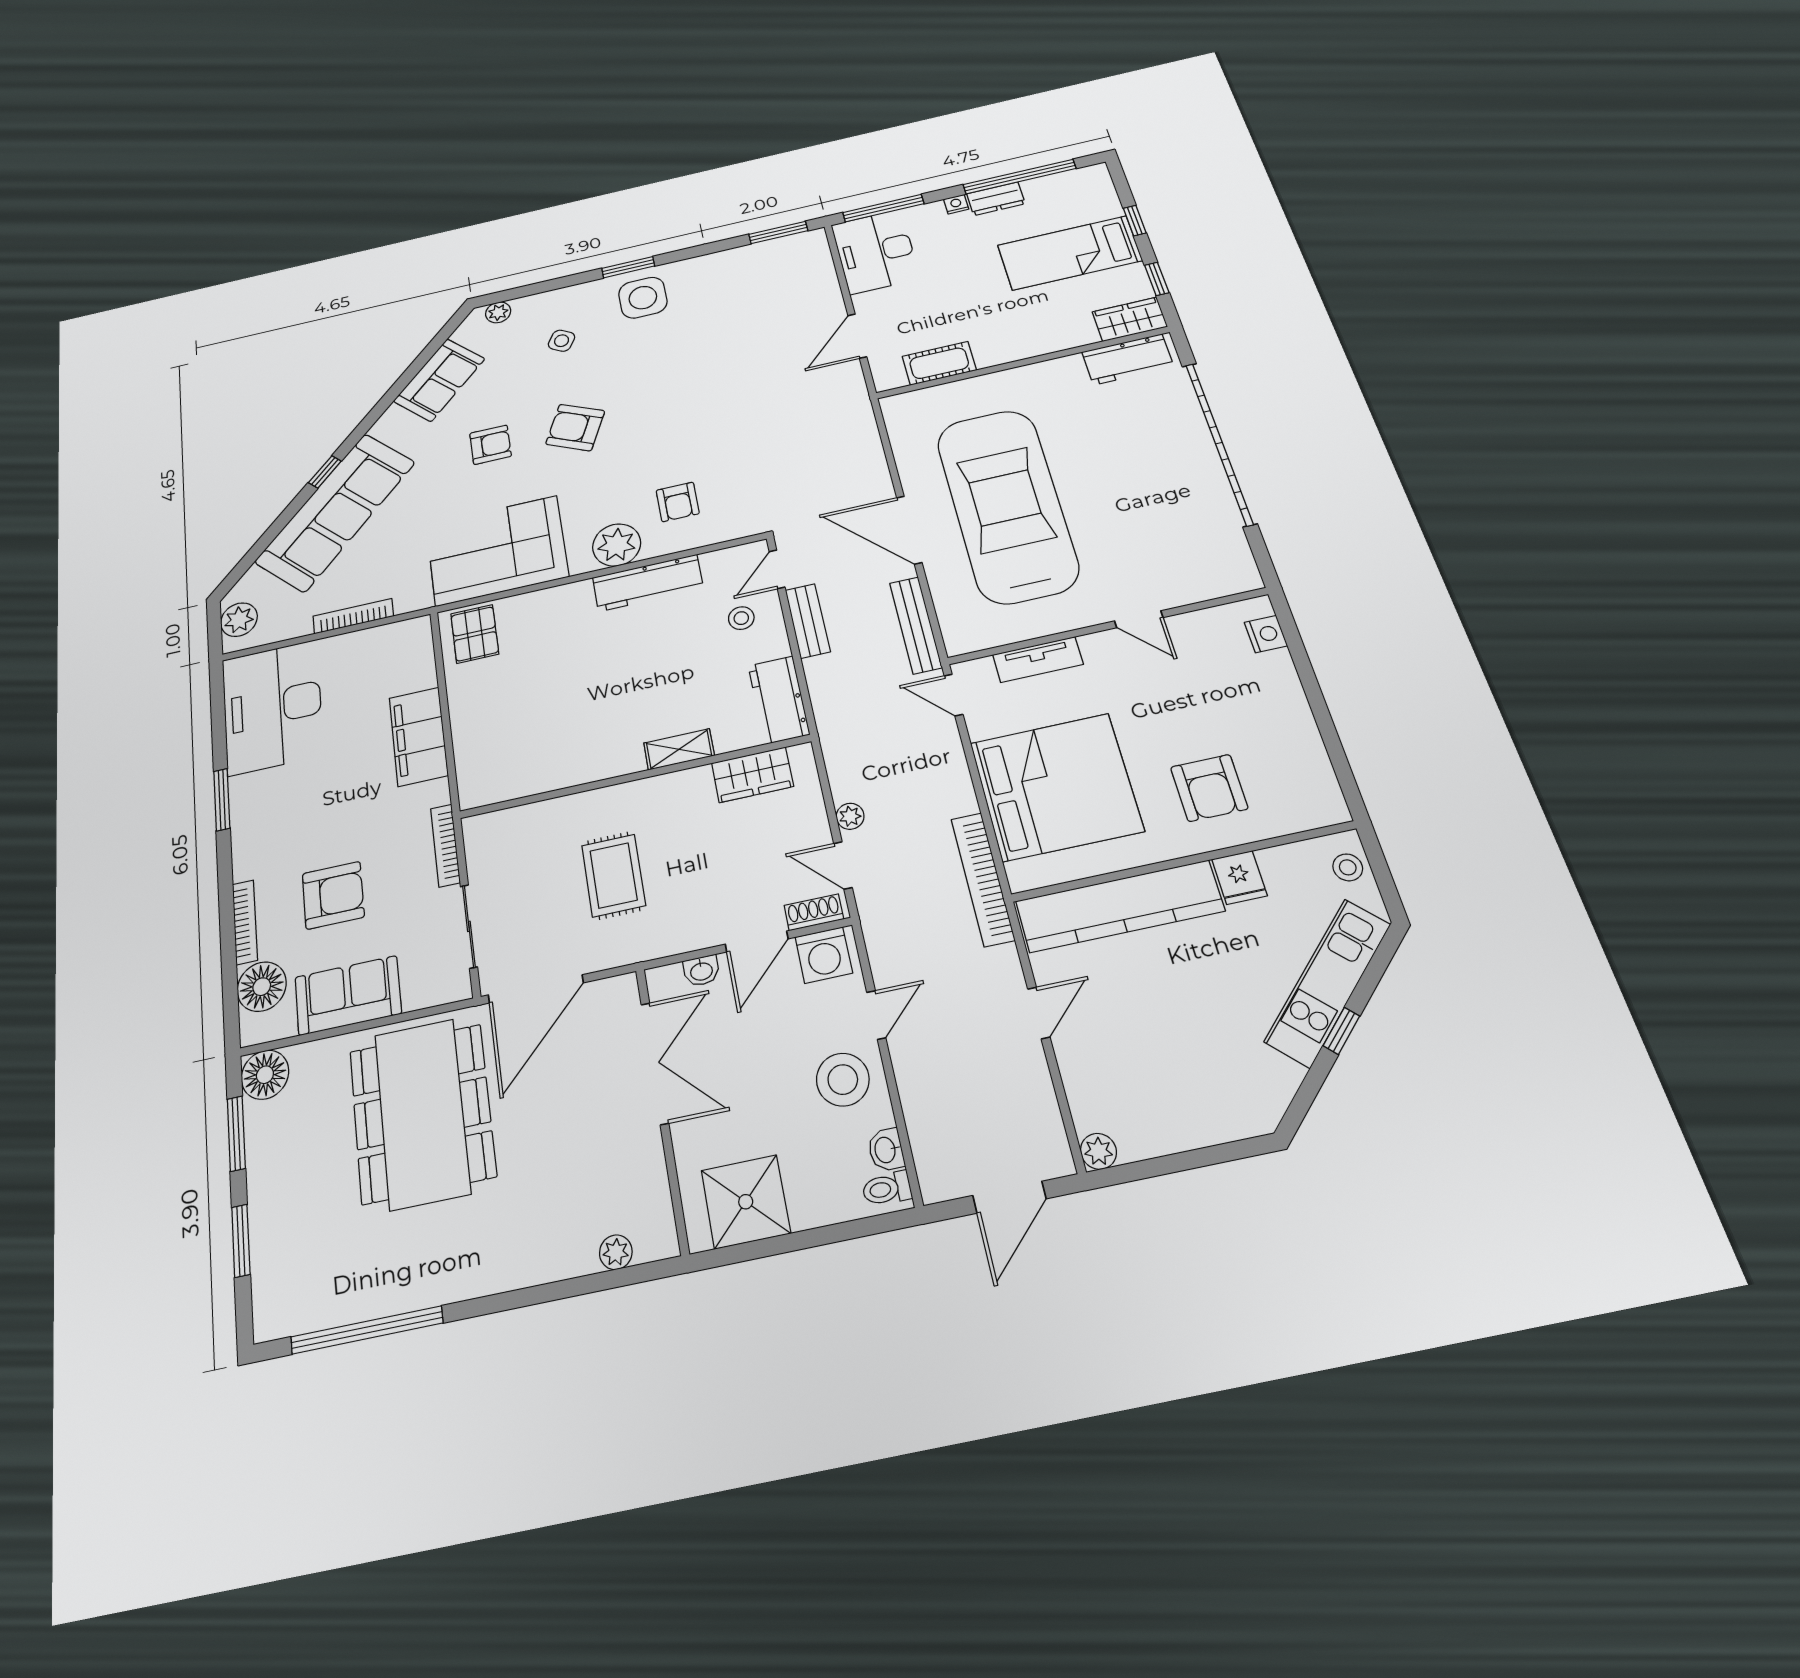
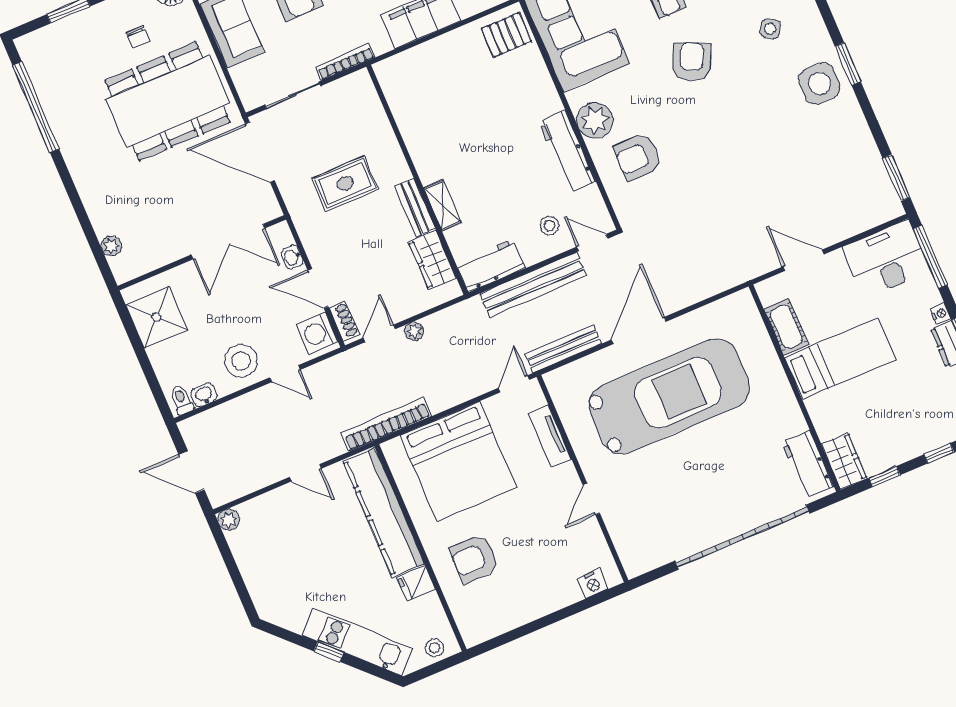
bed: (1070, 253) -> (840, 359), moved, turned 90
armchair: (678, 502) -> (638, 157), width x1.38, depth x1.38
bench: (808, 621) -> (533, 285), width x1.86, depth x1.21
bench: (672, 786) -> (415, 207), added
chair: (315, 1139) -> (138, 37), added

